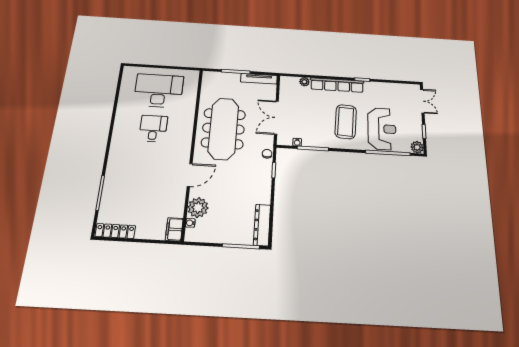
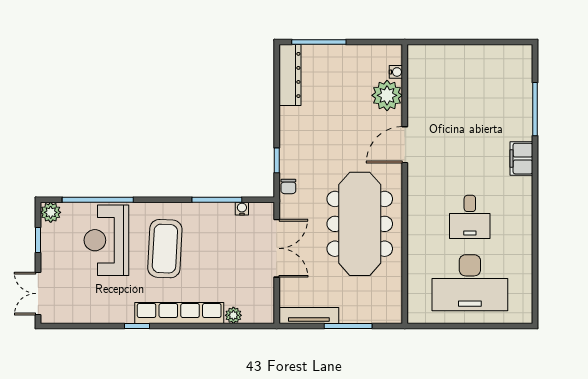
filing cabinet: (174, 229) -> (521, 159), moved, turned 180
locker: (115, 231) -> (504, 54), removed

